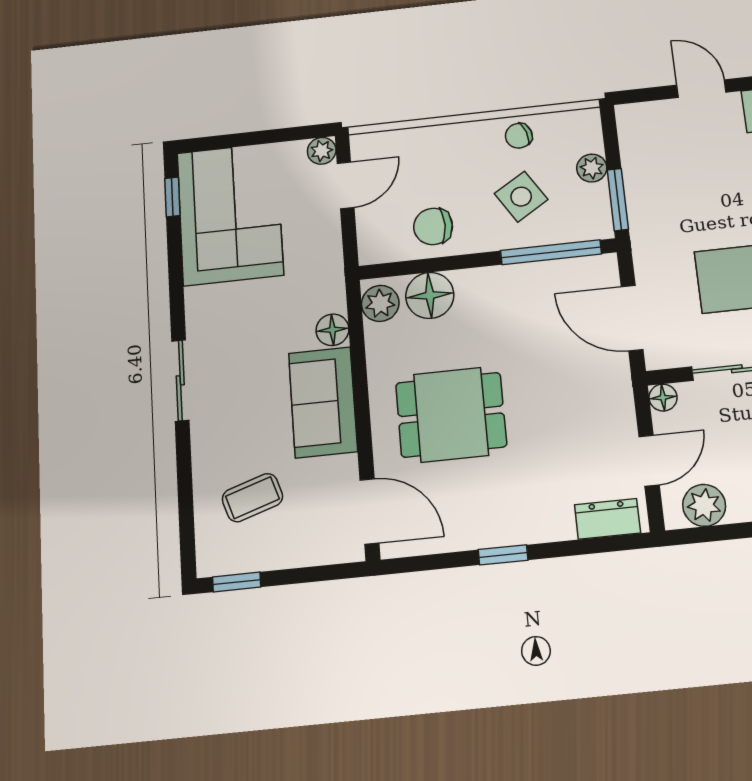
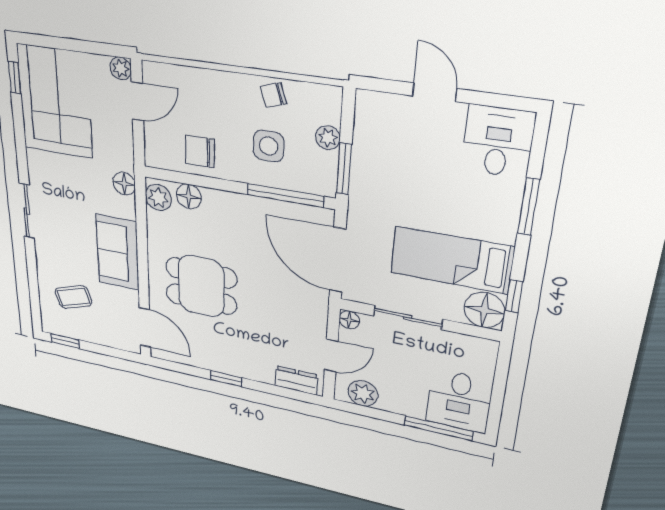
side table: (521, 197) -> (269, 146), turned 32
floor lamp: (430, 295) -> (189, 196), width x0.73, depth x0.73
door: (632, 318) -> (338, 260), width x1.36
floor lamp: (332, 330) -> (124, 184), moved

